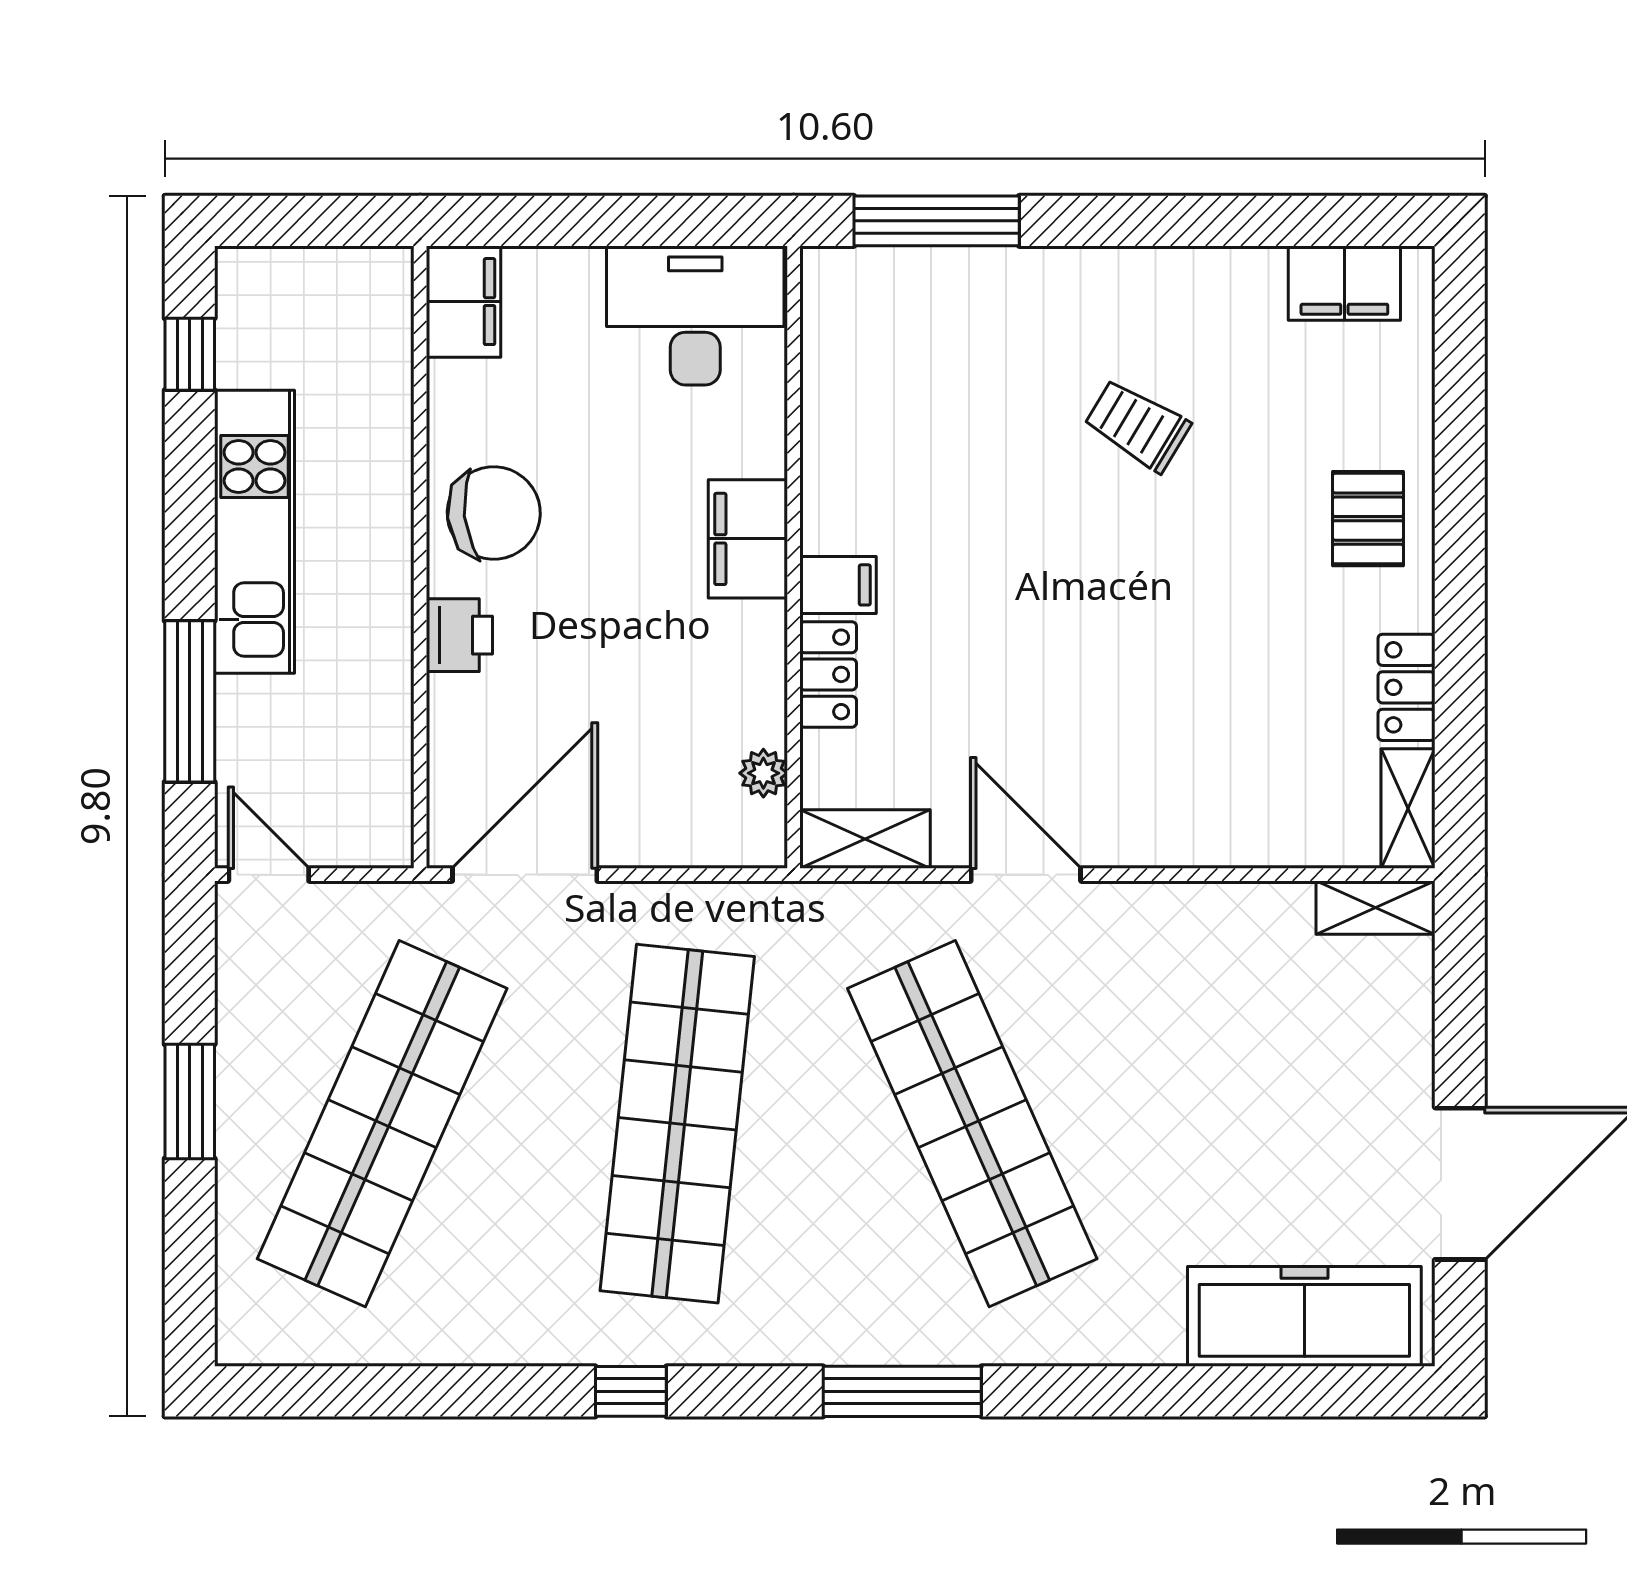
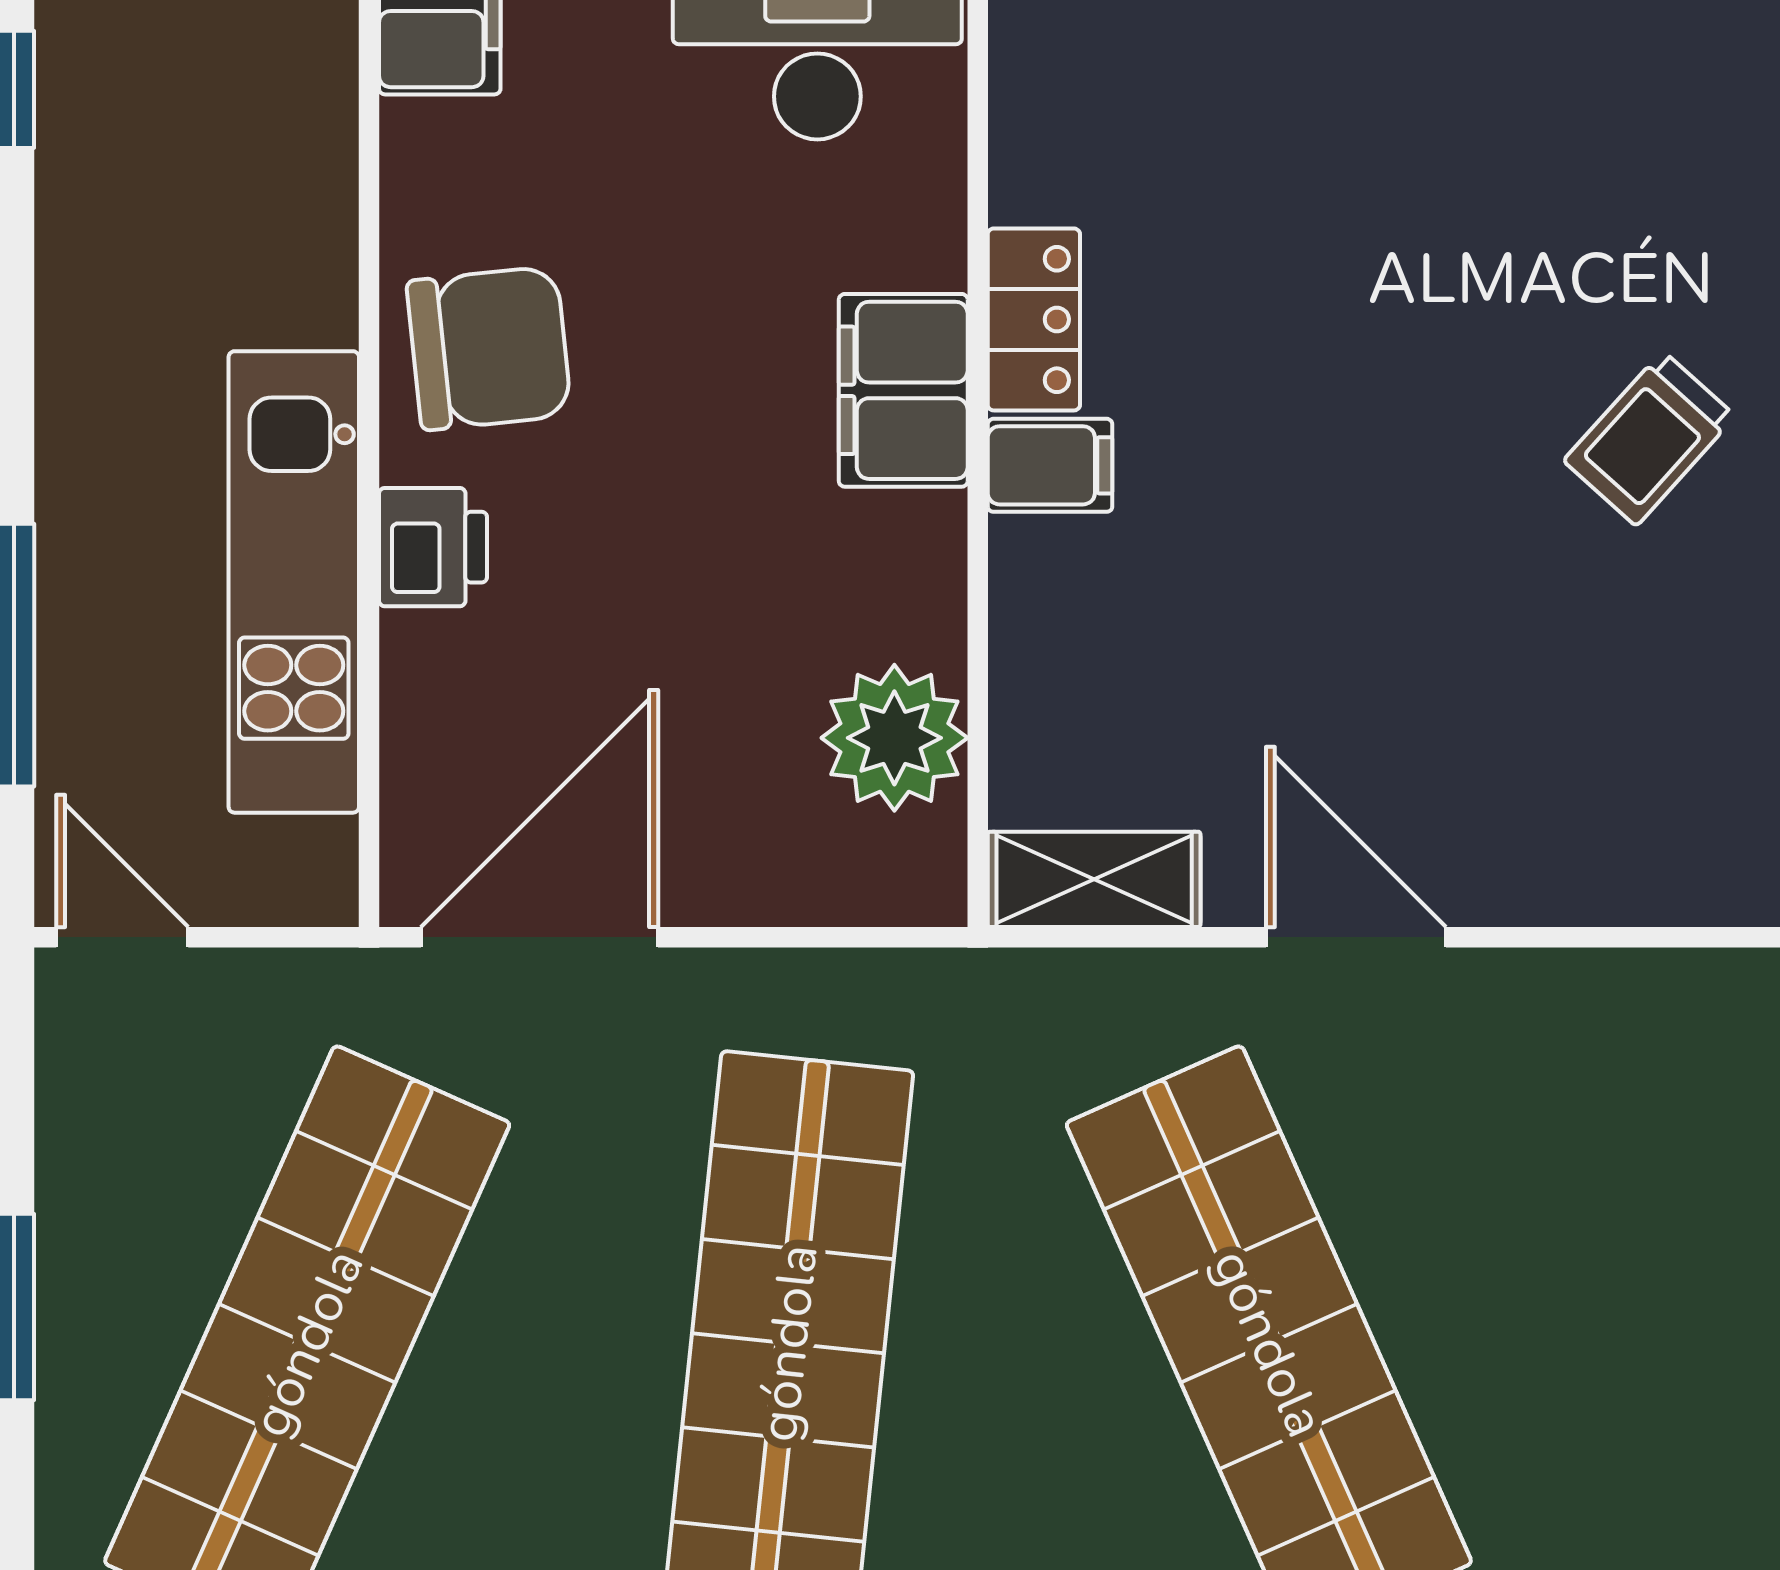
trolley: (1137, 425) -> (1649, 438), moved, turned -79
kitchen unit: (255, 532) -> (294, 582), moved, turned 180
locker: (828, 674) -> (1034, 319), moved
plant: (763, 773) -> (894, 738), width x1.87, depth x1.87

